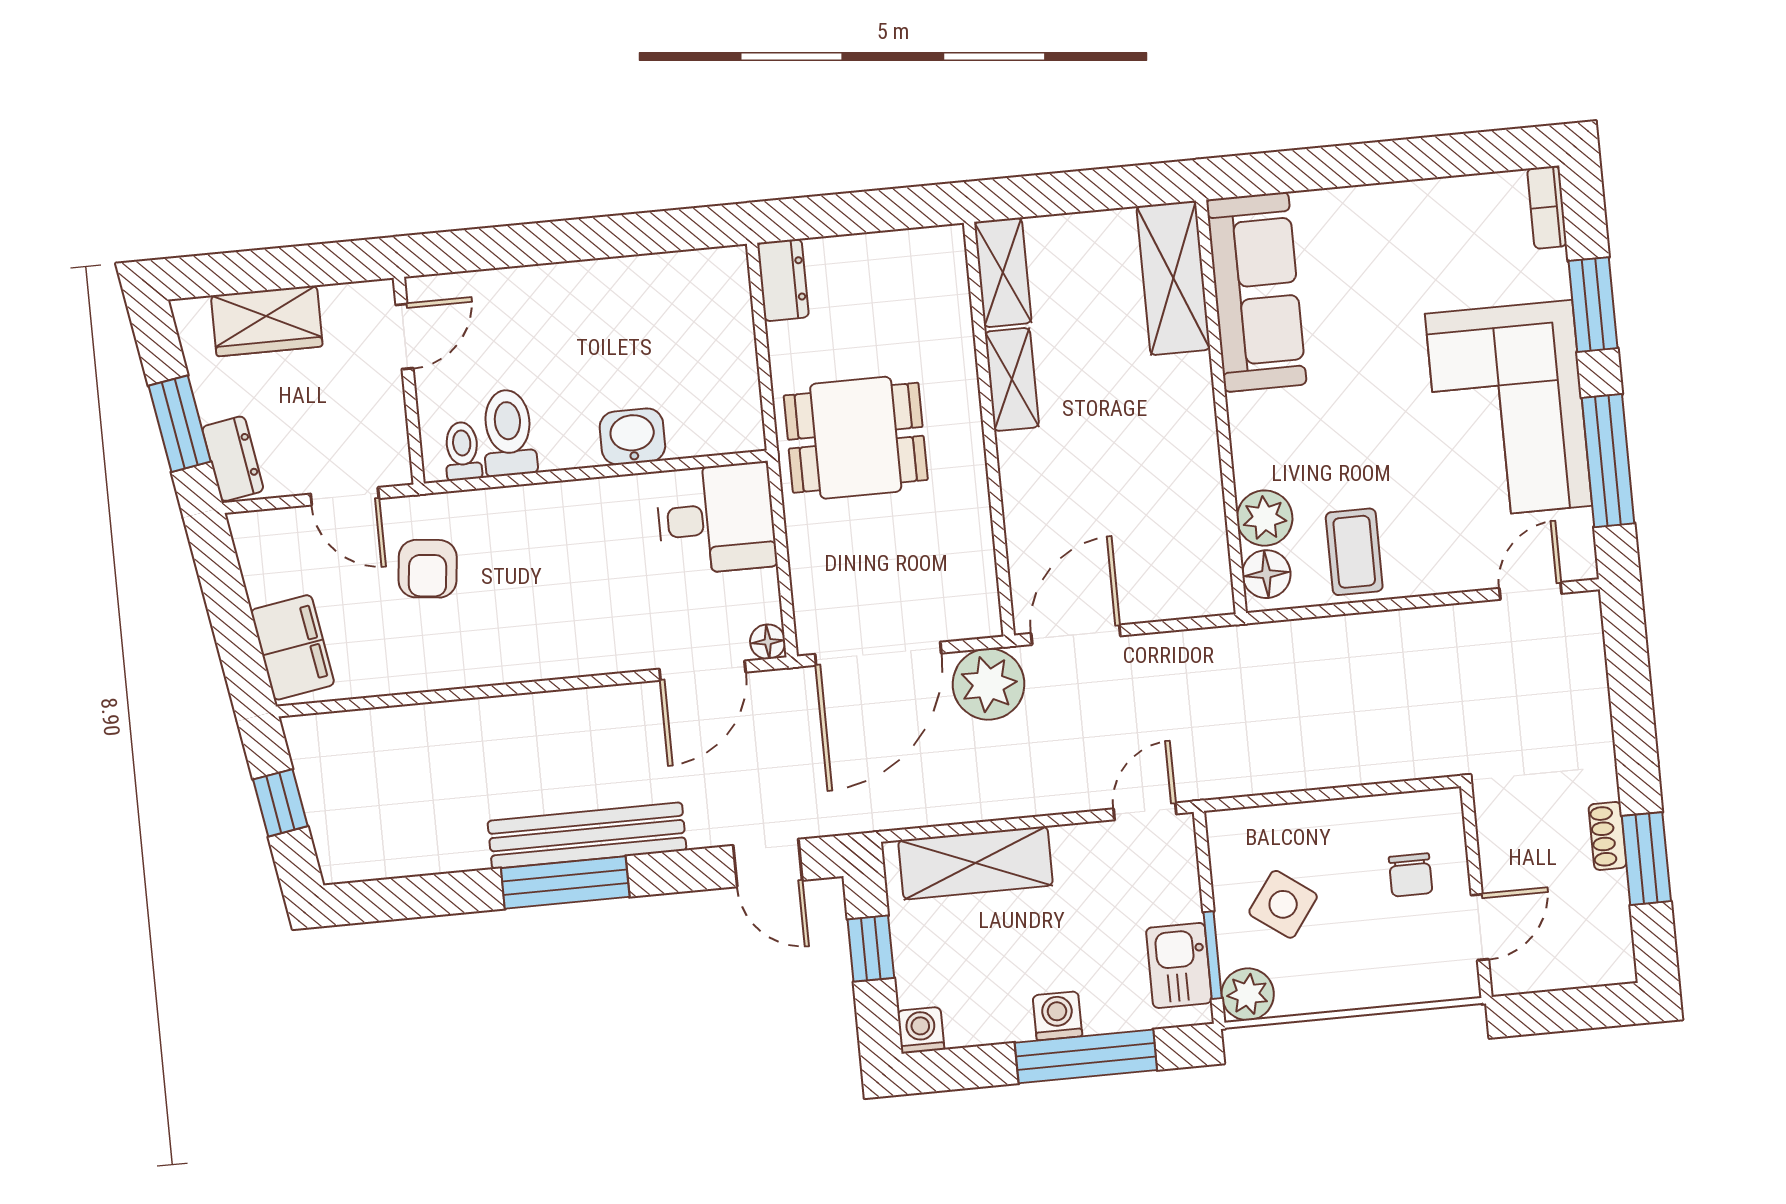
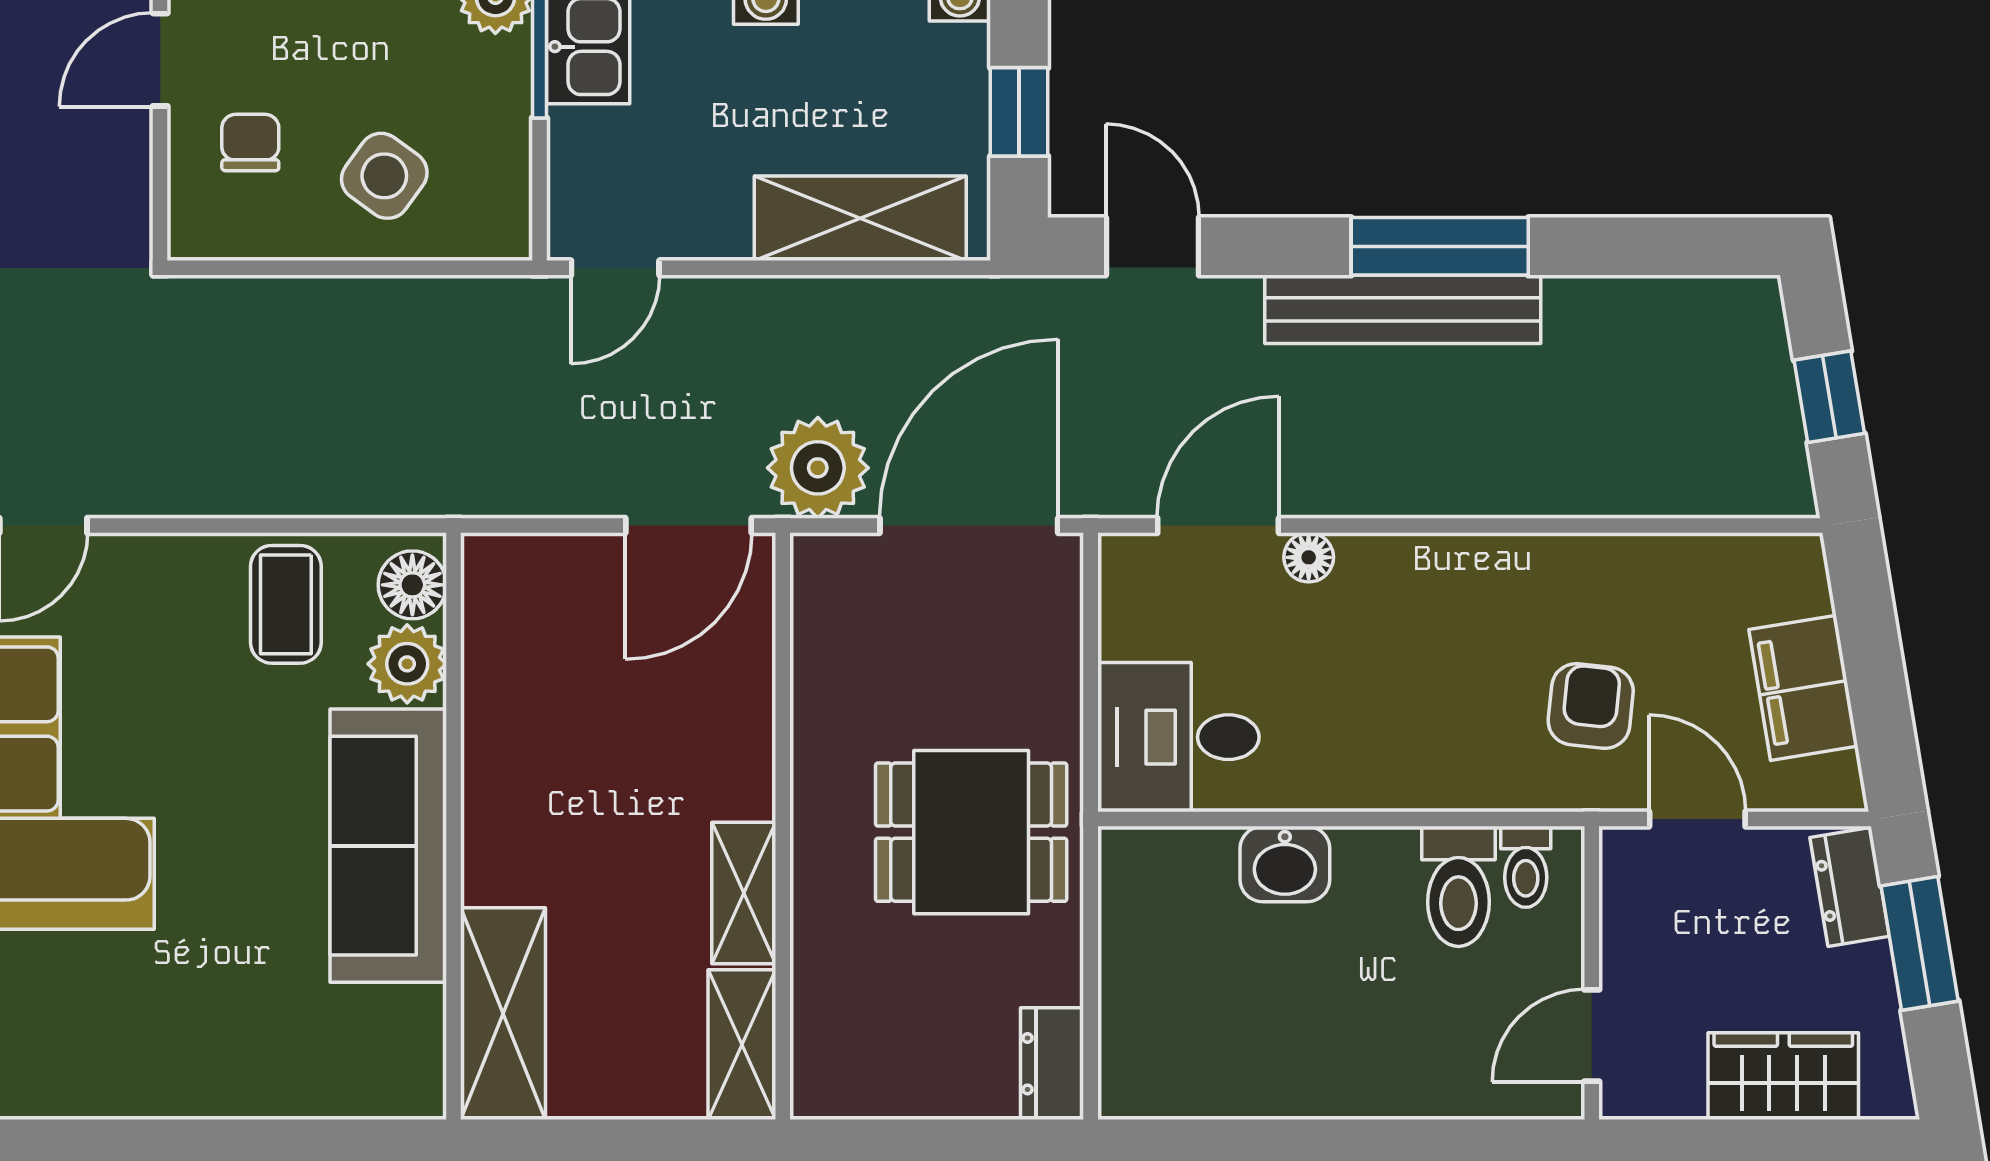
sofa: (1256, 292) -> (388, 846), moved
floor lamp: (768, 642) -> (1309, 557), moved
filing cabinet: (293, 647) -> (1803, 688), moved
side table: (1283, 904) -> (384, 176), moved

